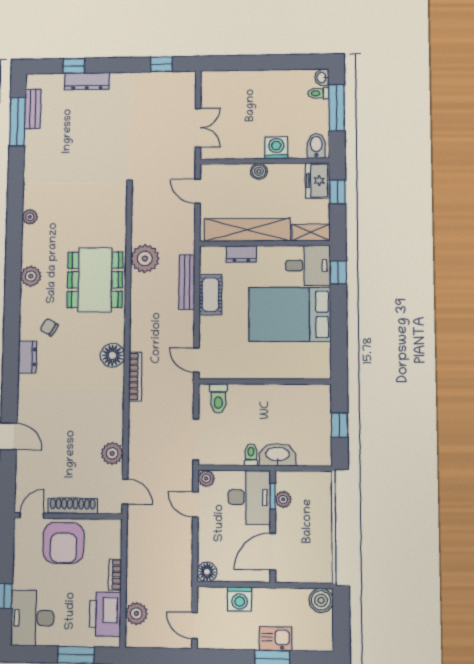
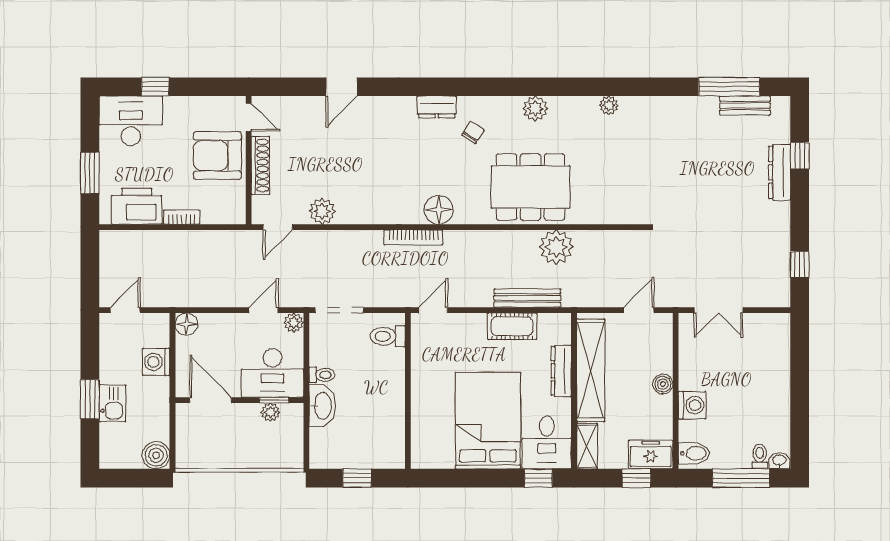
dresser: (241, 254) -> (561, 371), width x1.44
plant: (136, 614) -> (138, 243), removed

